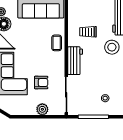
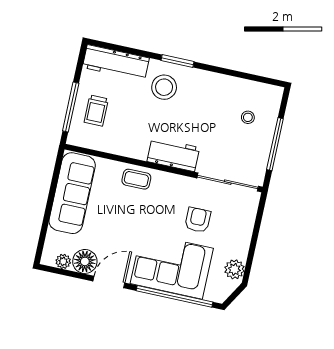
trolley: (88, 32) -> (96, 111), moved
plant: (42, 109) -> (234, 269), moved

